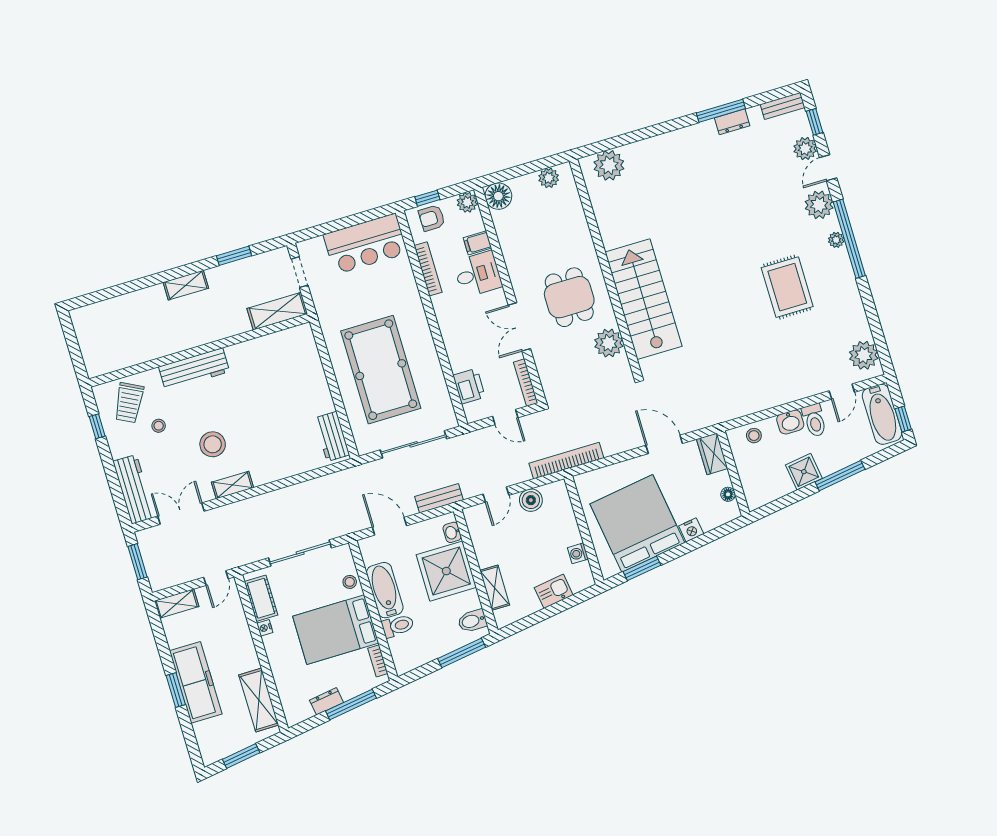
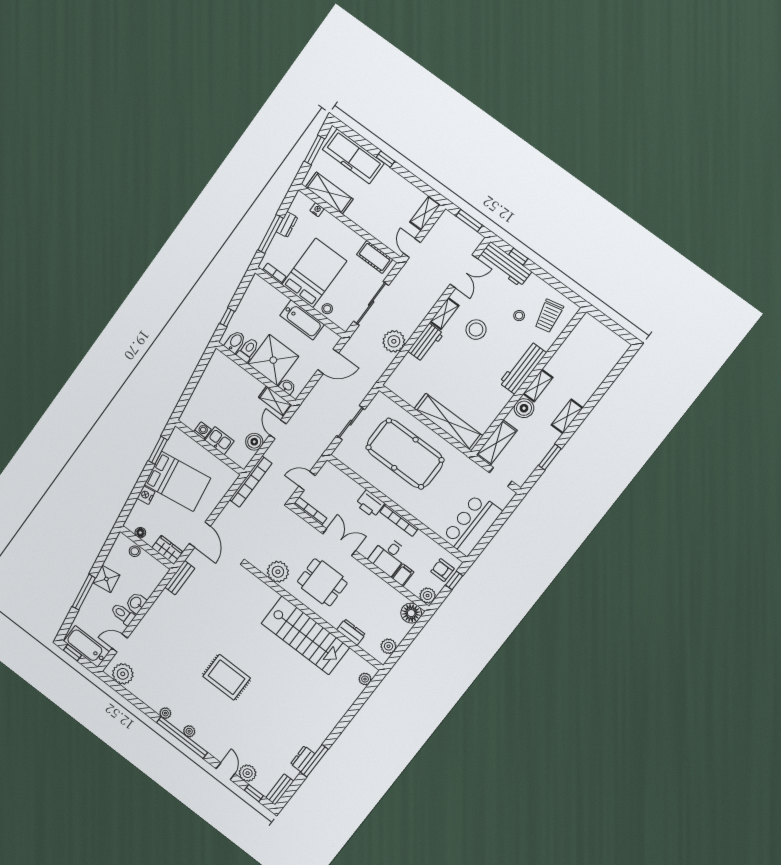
plant: (609, 165) -> (365, 679), width x0.53, depth x0.53
plant: (819, 205) -> (165, 713), moved, width x0.53, depth x0.53
armchair: (432, 218) -> (442, 570), turned -90
dresser: (578, 222) -> (351, 632), added
bookcase: (428, 269) -> (399, 520), moved
rug: (787, 287) -> (227, 677), moved
stairs: (644, 299) -> (305, 635), moved
boiler: (223, 326) -> (524, 408), added
shelving: (192, 339) -> (538, 386), added
shelving: (311, 369) -> (449, 422), added
printer: (469, 386) -> (370, 504), moved
door: (842, 391) -> (120, 643), hinge flipped
trolley: (129, 403) -> (549, 316), turned -129
window: (97, 426) -> (518, 257), moved
workbench: (332, 436) -> (426, 343), moved, turned 90
stool: (754, 436) -> (135, 551), moved
sliding door: (414, 444) -> (351, 423), width x0.73
door: (664, 444) -> (200, 535), hinge flipped
plant: (306, 496) -> (394, 341), added
bench: (439, 498) -> (180, 578), moved
bed: (637, 523) -> (177, 481), width x0.73
shelving: (495, 588) -> (275, 401), moved
kitchen sink: (554, 591) -> (219, 441), moved, turned -82
toilet: (398, 626) -> (248, 350), moved, turned 180
nightstand: (265, 628) -> (317, 210), moved
window: (462, 653) -> (227, 317), width x0.46
freezer: (196, 682) -> (353, 156), moved
window: (176, 690) -> (385, 159), width x0.67

